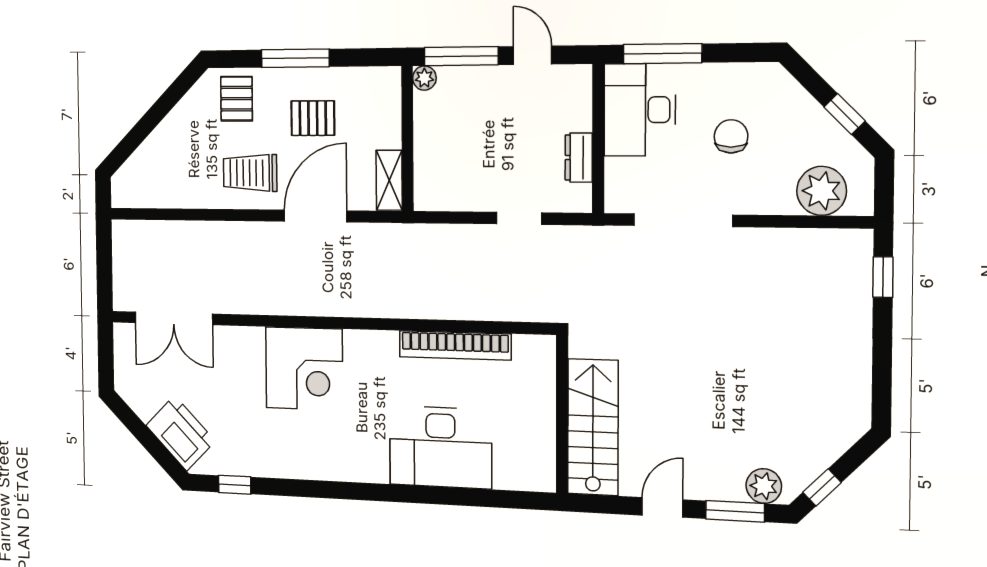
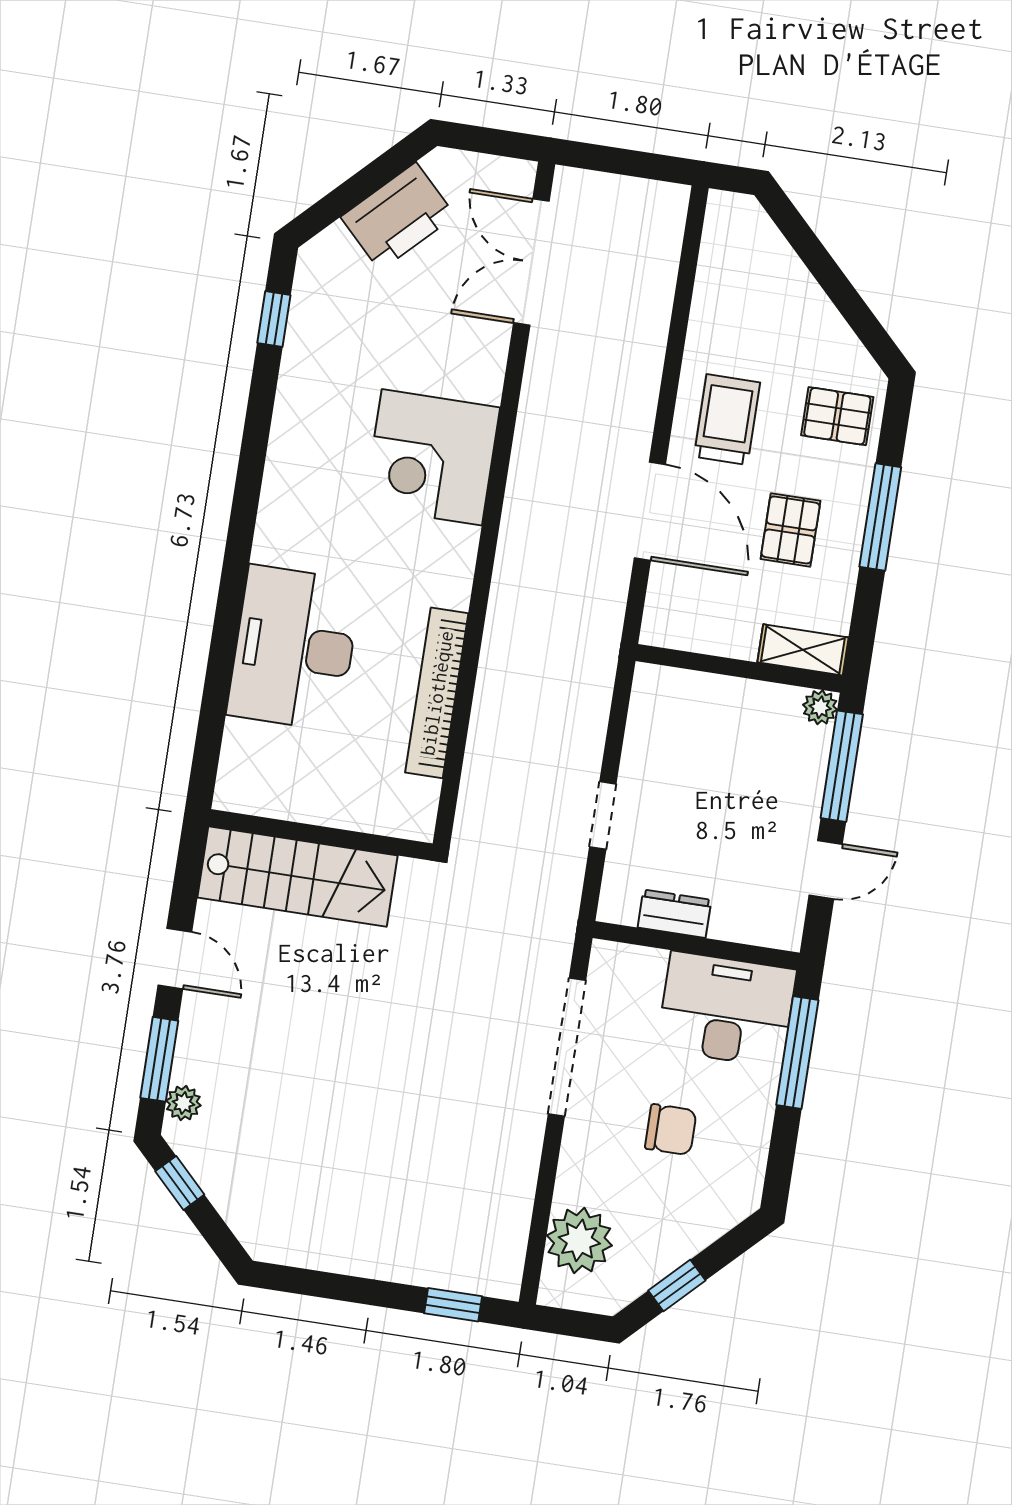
shelving: (389, 180) -> (803, 650), moved
printer: (181, 433) -> (398, 216), moved
plant: (764, 486) -> (183, 1103), width x0.73, depth x0.73

